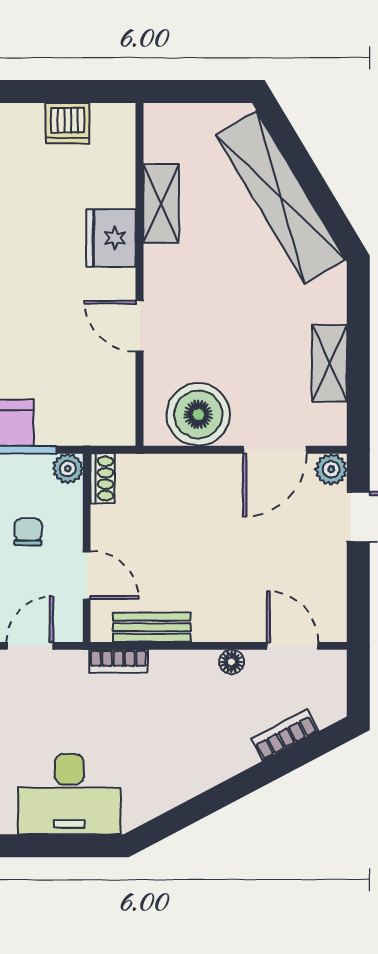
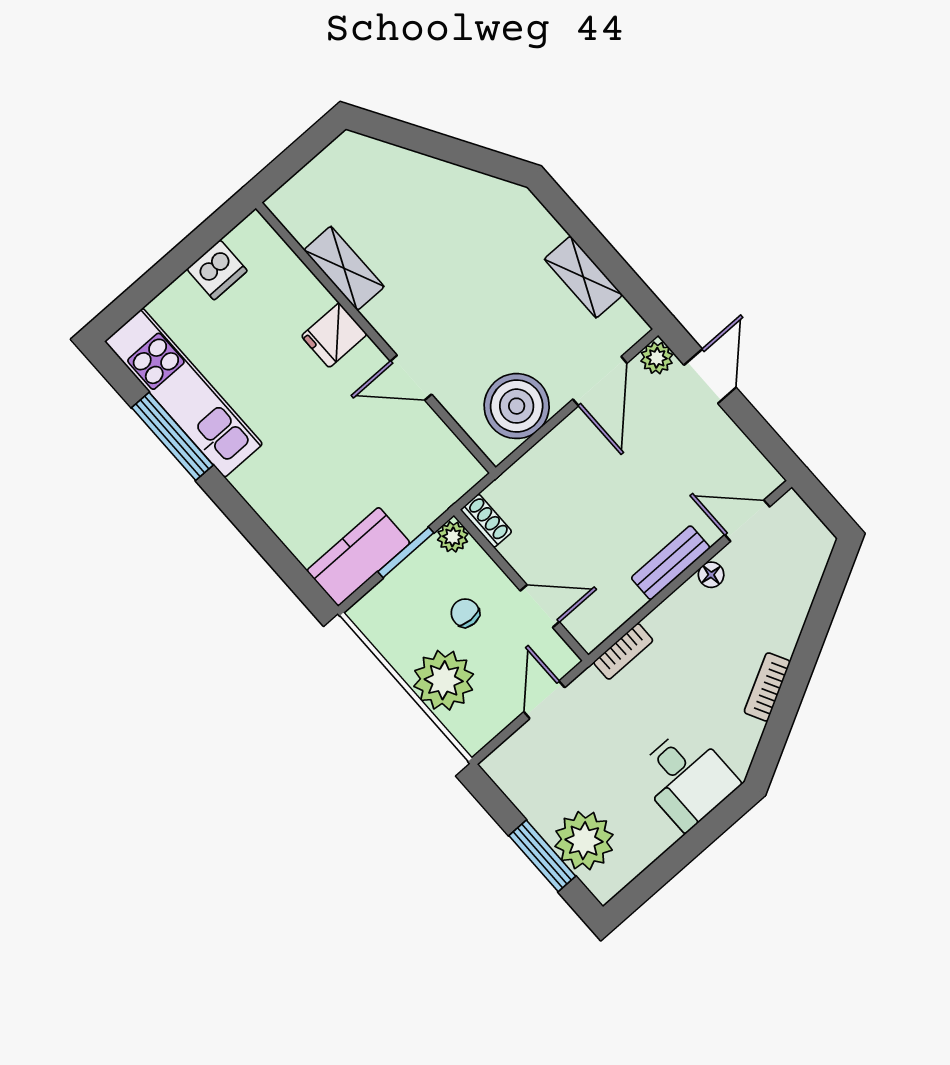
shelving: (281, 197) -> (432, 182), removed
fridge: (111, 238) -> (334, 335), width x0.72
bench: (152, 627) -> (671, 563), moved
bookcase: (285, 735) -> (767, 687), moved
desk: (69, 794) -> (687, 778), width x0.73

